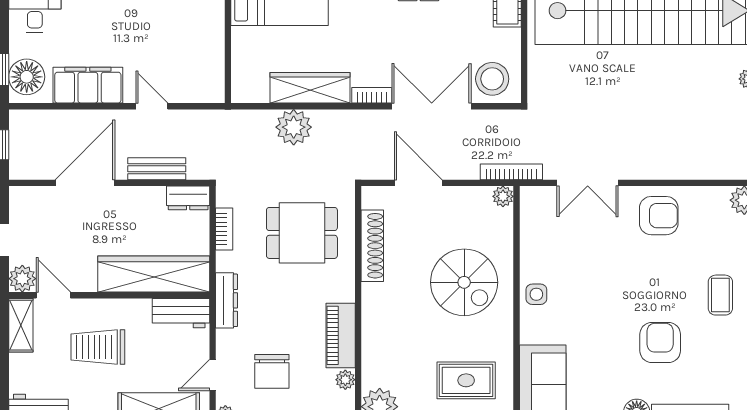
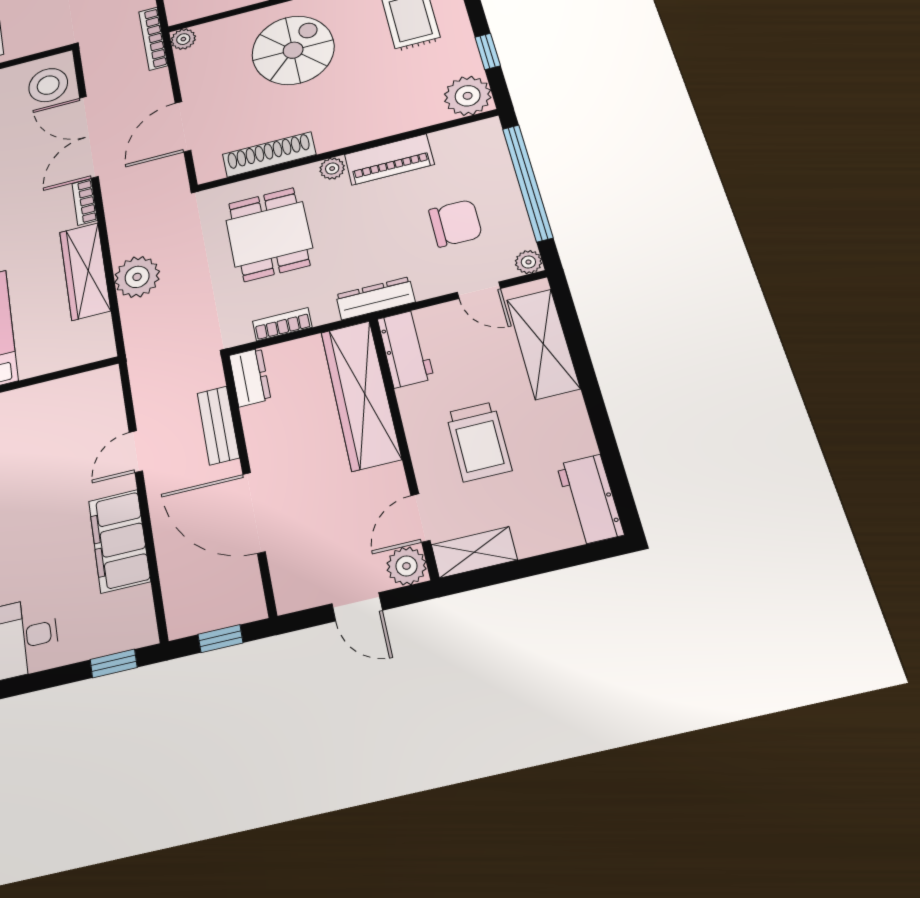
floor lamp: (27, 77) -> (119, 627), removed
plant: (345, 380) -> (332, 169), moved

